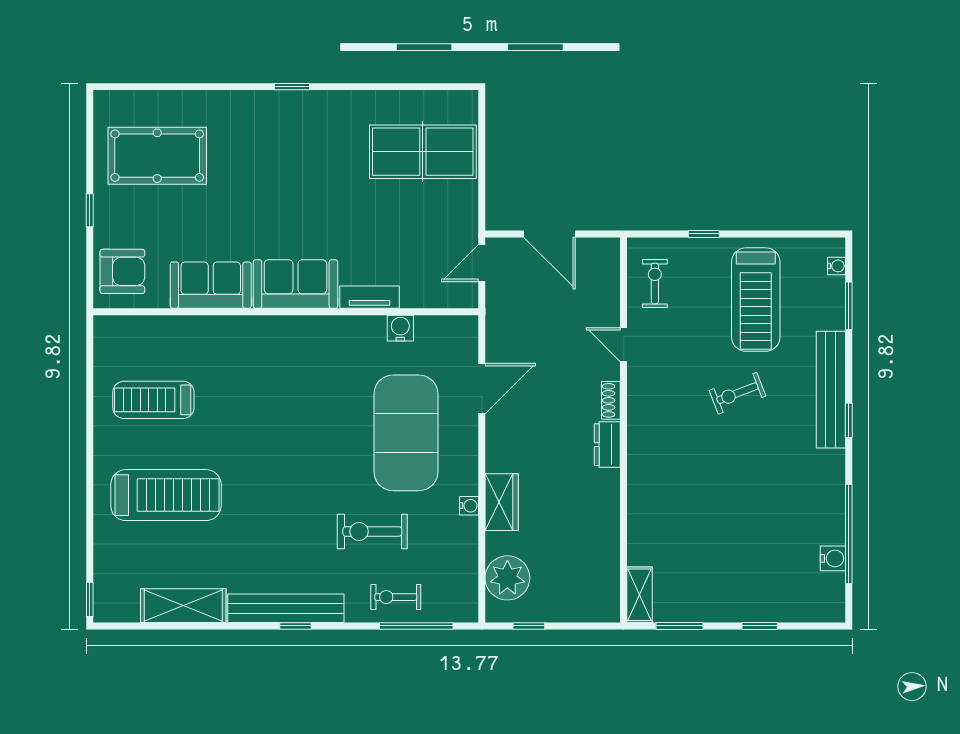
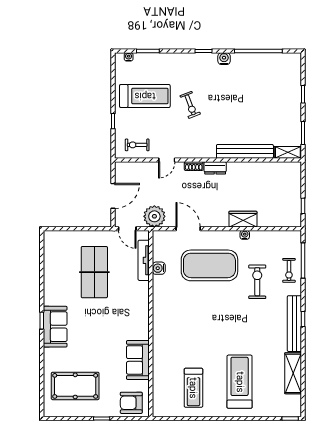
table tennis table: (423, 152) -> (94, 272), moved
pool table: (157, 156) -> (75, 386), turned 90
armchair: (122, 271) -> (131, 403), turned -90
sofa: (295, 284) -> (55, 327), moved, turned 180
tv unit: (370, 297) -> (144, 260), moved, width x1.41
bench: (831, 390) -> (245, 151), moved
exercise bike: (372, 532) -> (257, 282), turned 180
water cooler: (833, 558) -> (224, 59), moved
plant: (507, 578) -> (154, 216), moved

